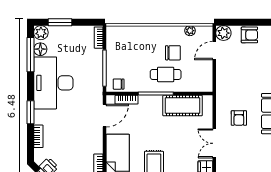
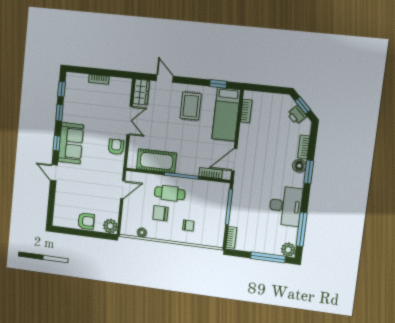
window: (60, 22) -> (268, 257), width x1.44
armchair: (249, 35) -> (86, 221), turned 180
floor lamp: (40, 49) -> (299, 166), moved
door: (214, 50) -> (123, 190), moved
desk: (53, 83) -> (286, 206), width x0.73, depth x0.77
chair: (119, 84) -> (188, 225), moved
armchair: (239, 118) -> (116, 147), moved

